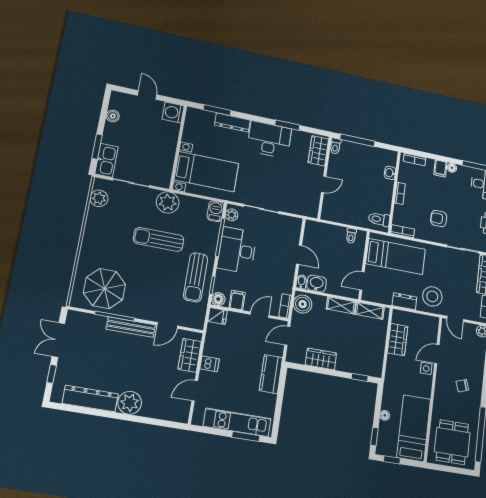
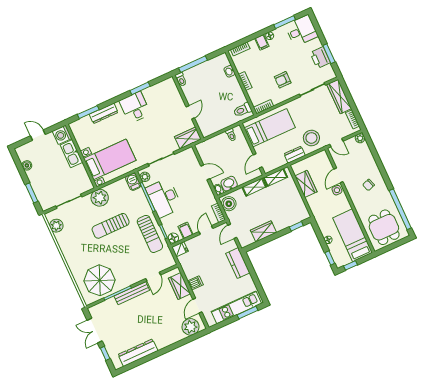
desk: (269, 140) -> (135, 107), width x0.73
wardrobe: (318, 151) -> (188, 138), moved, turned 90
kitchen sink: (106, 160) -> (71, 154), moved, turned 180
plant: (130, 403) -> (191, 327), moved

